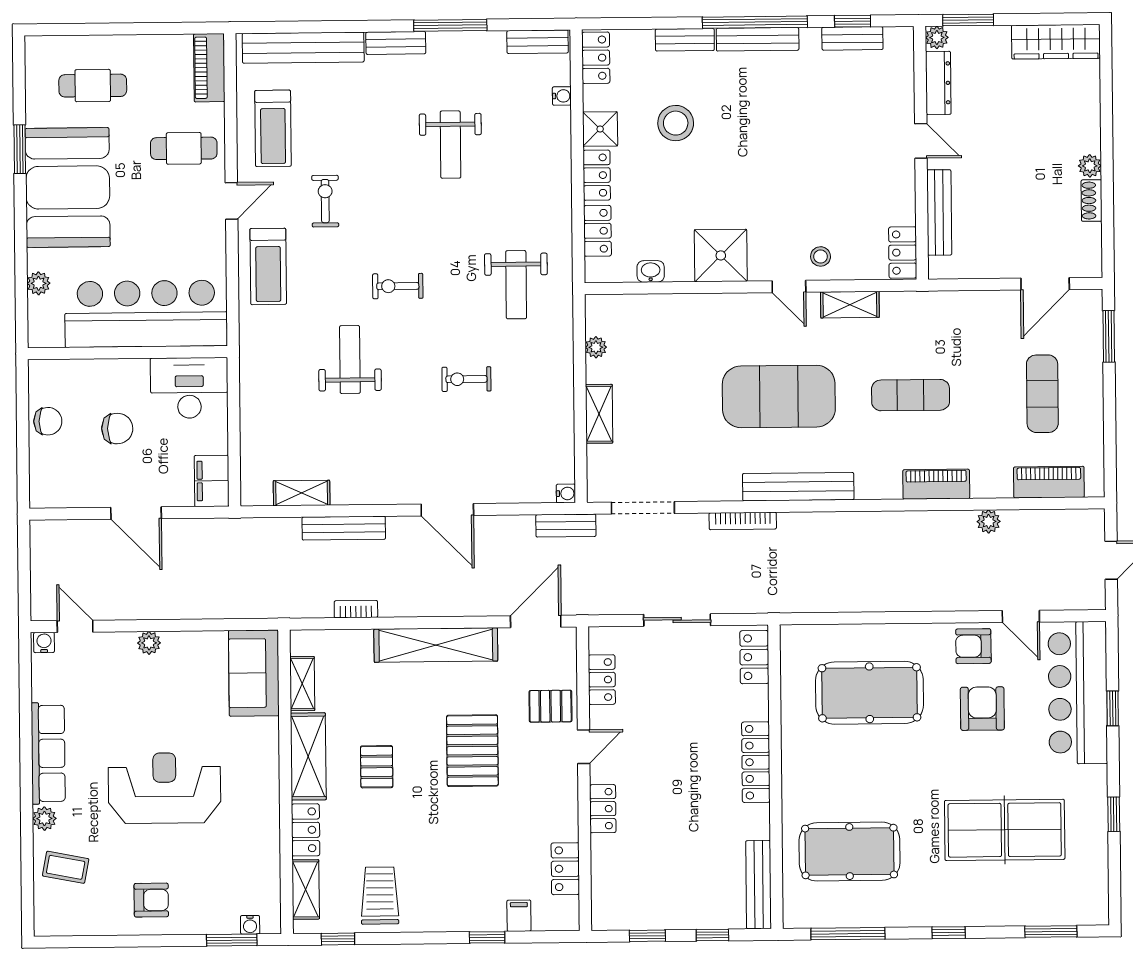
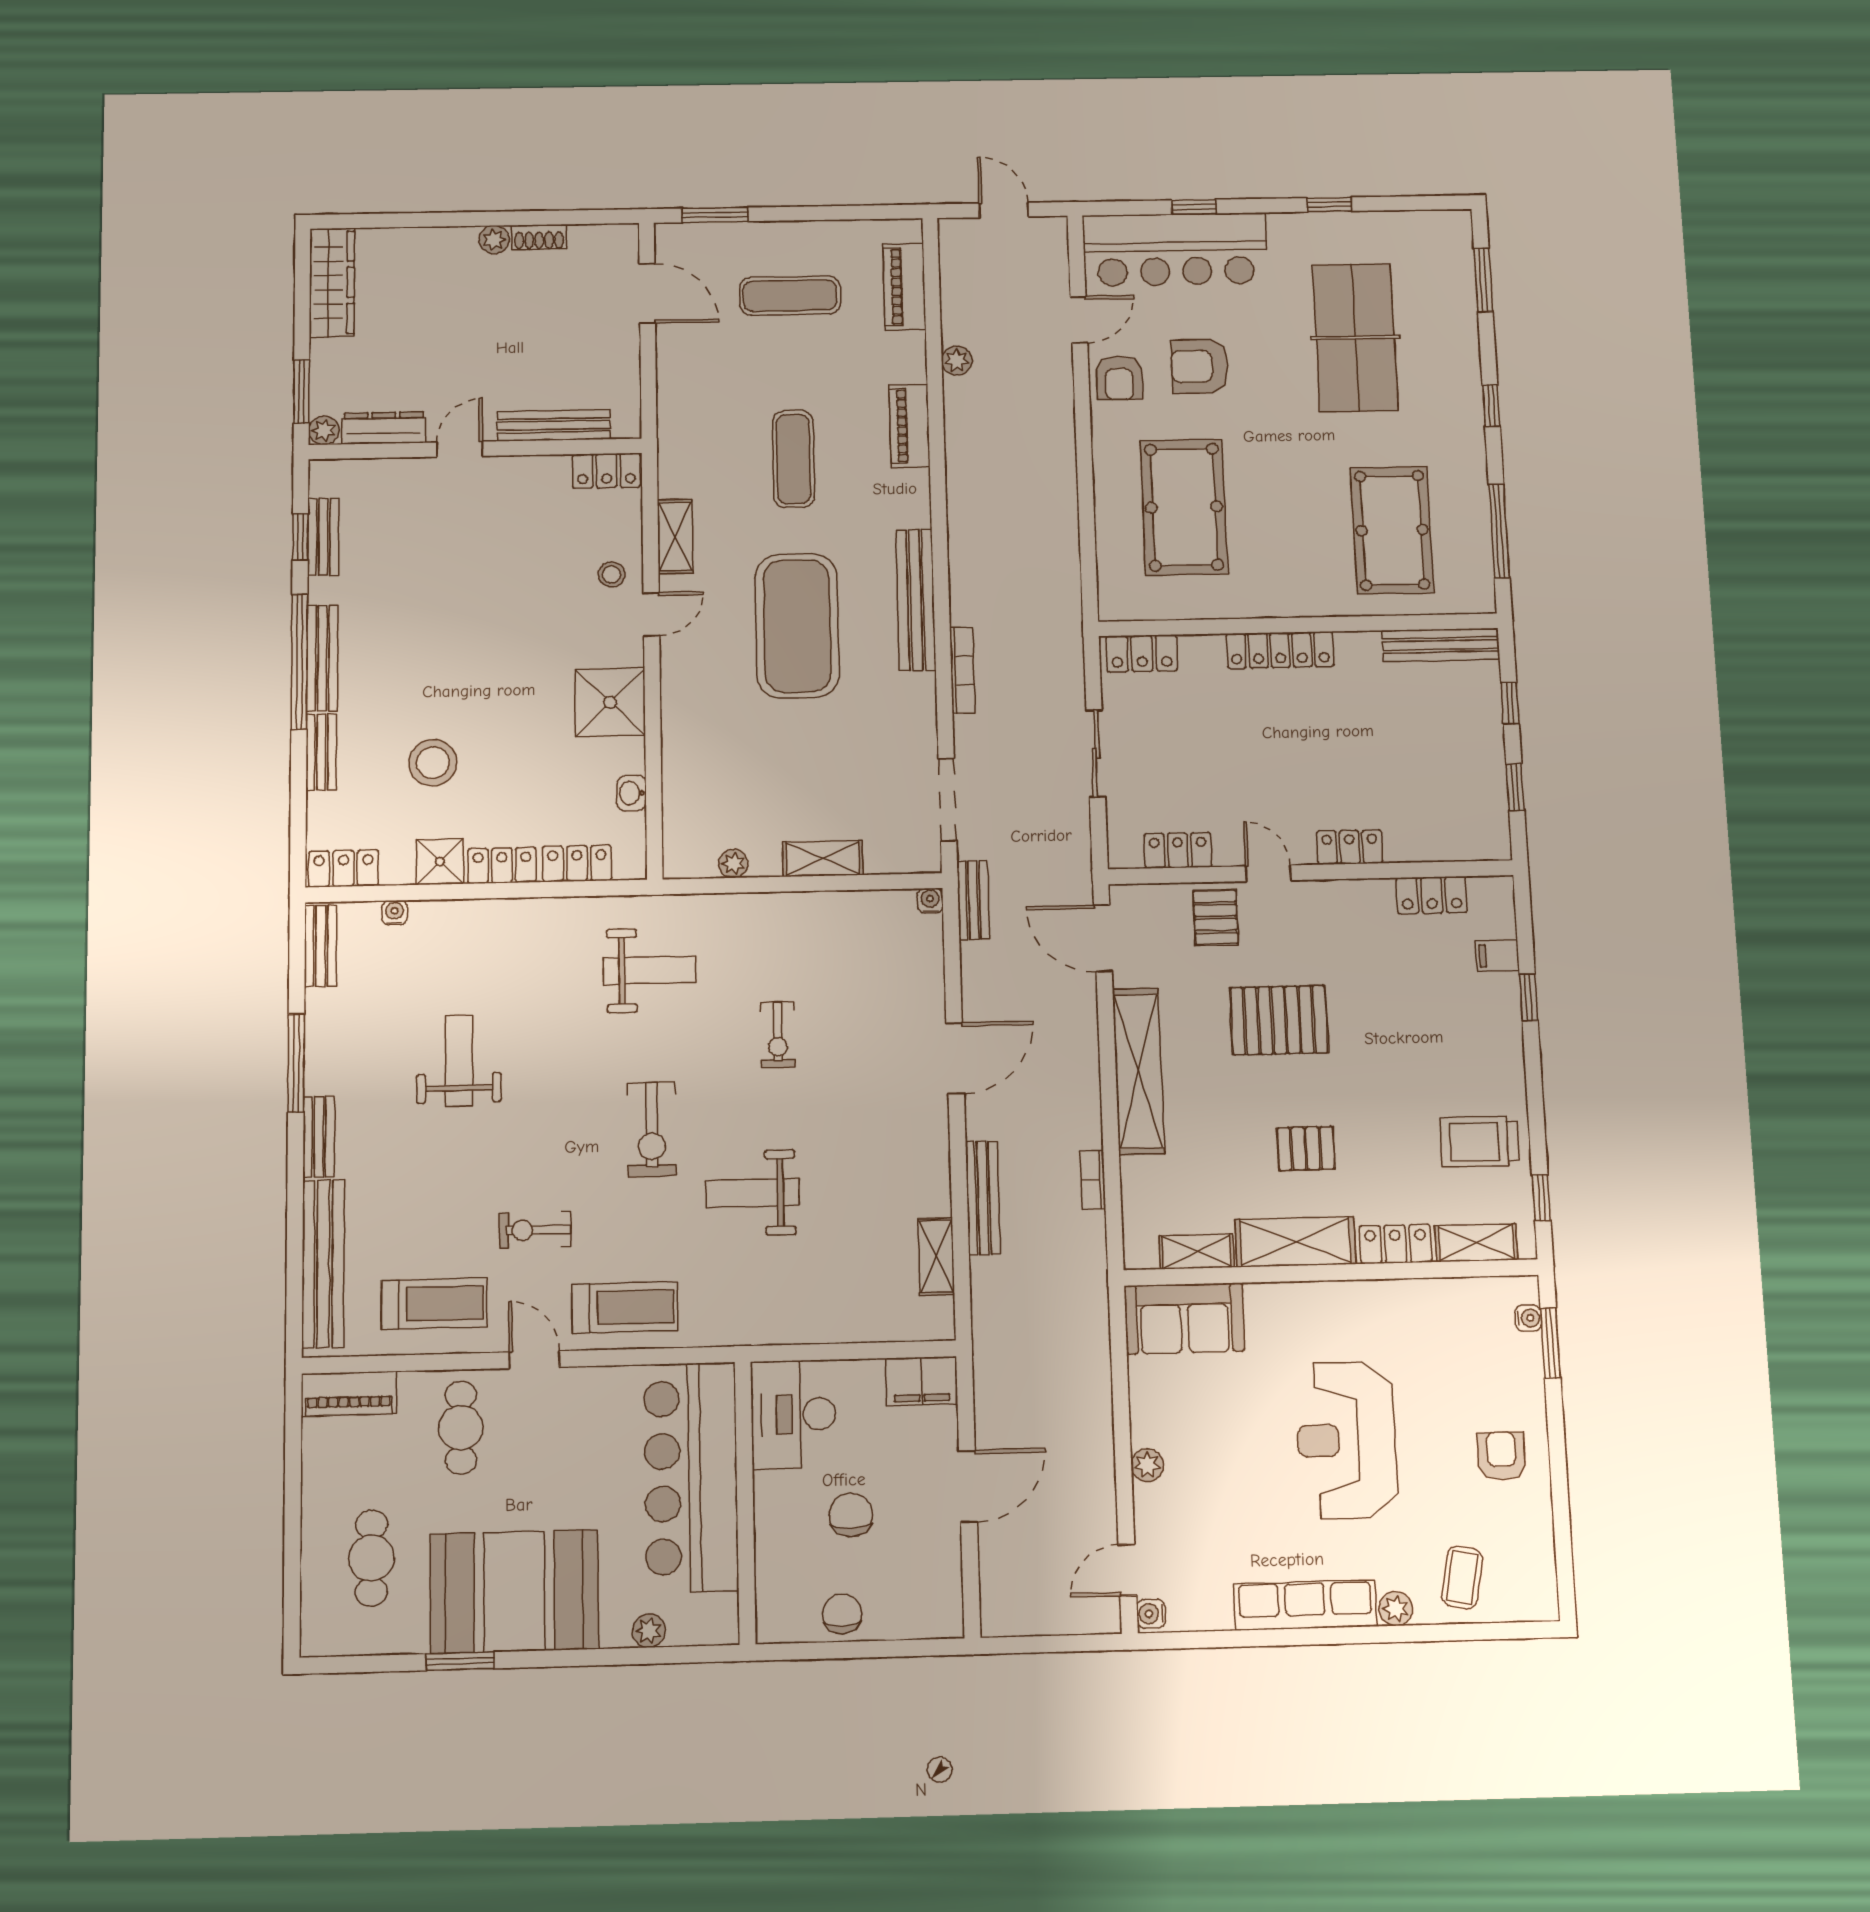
weight bench: (450, 145) -> (459, 1061), turned -90
exercise bike: (398, 286) -> (652, 1129), width x1.38, depth x1.39

